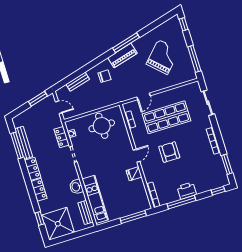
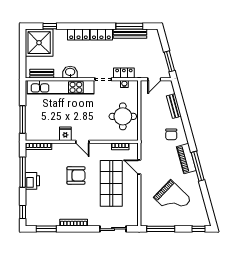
kitchen unit: (95, 199) -> (61, 87), width x1.36

